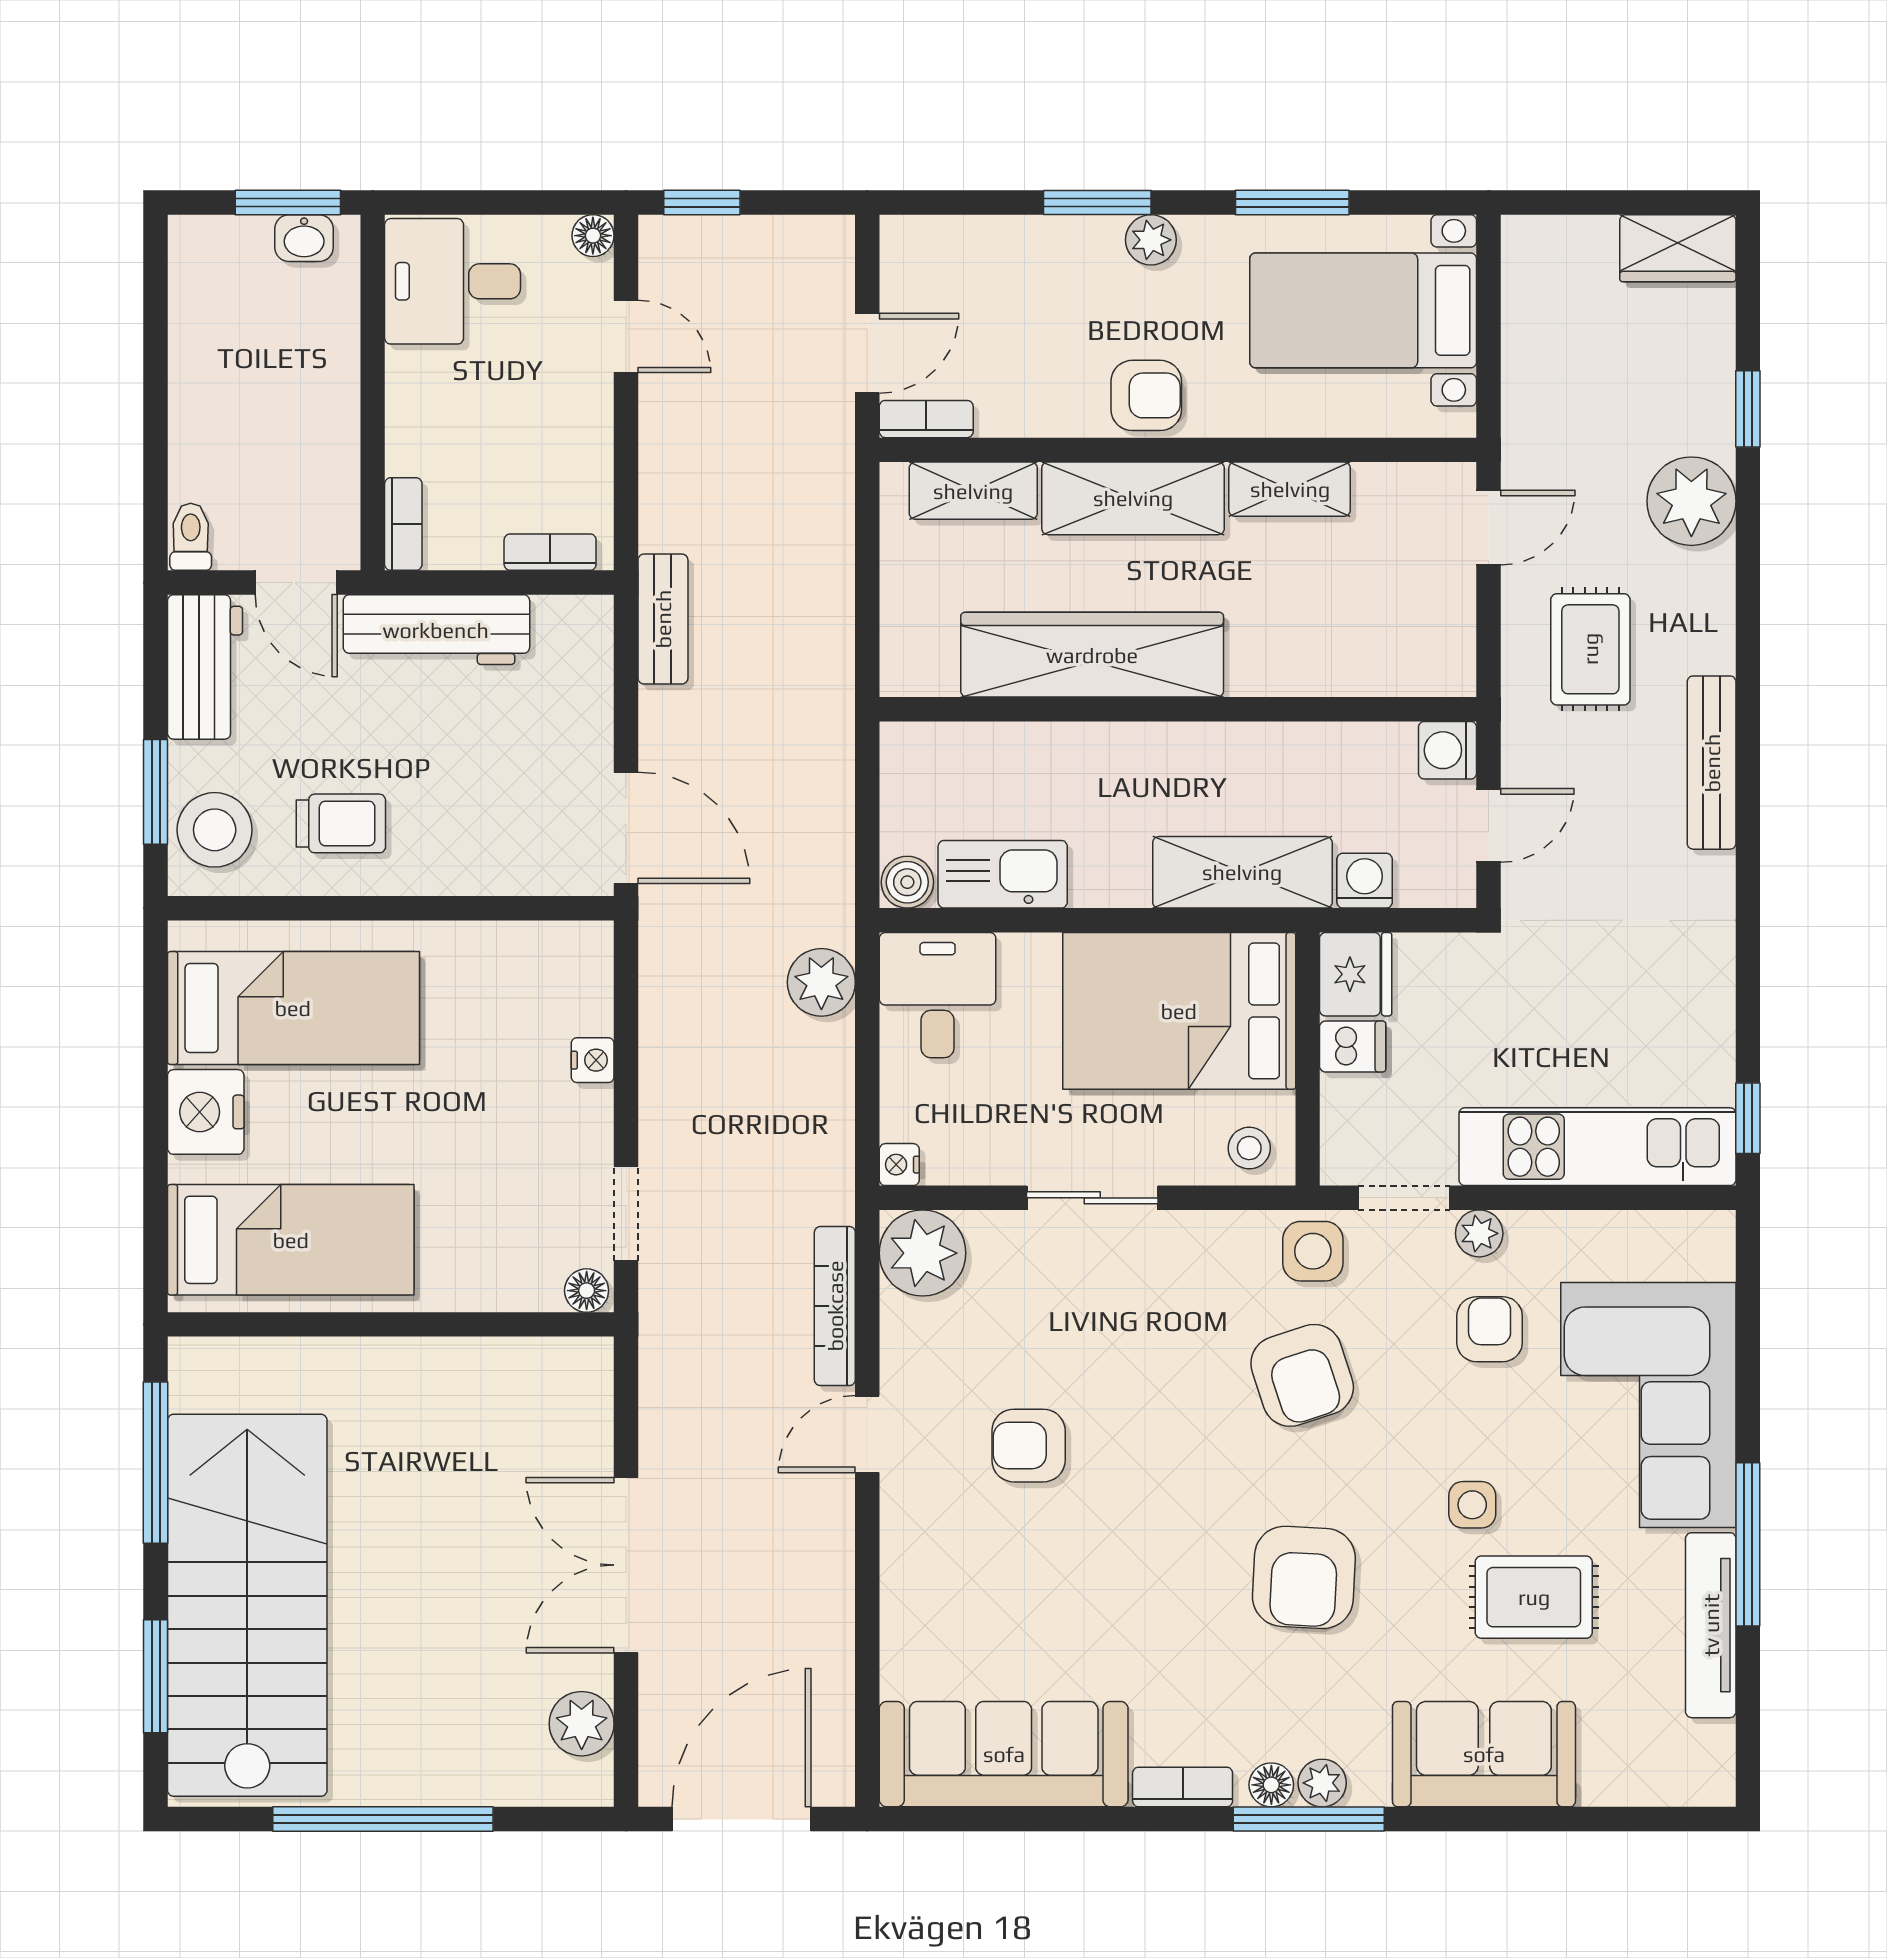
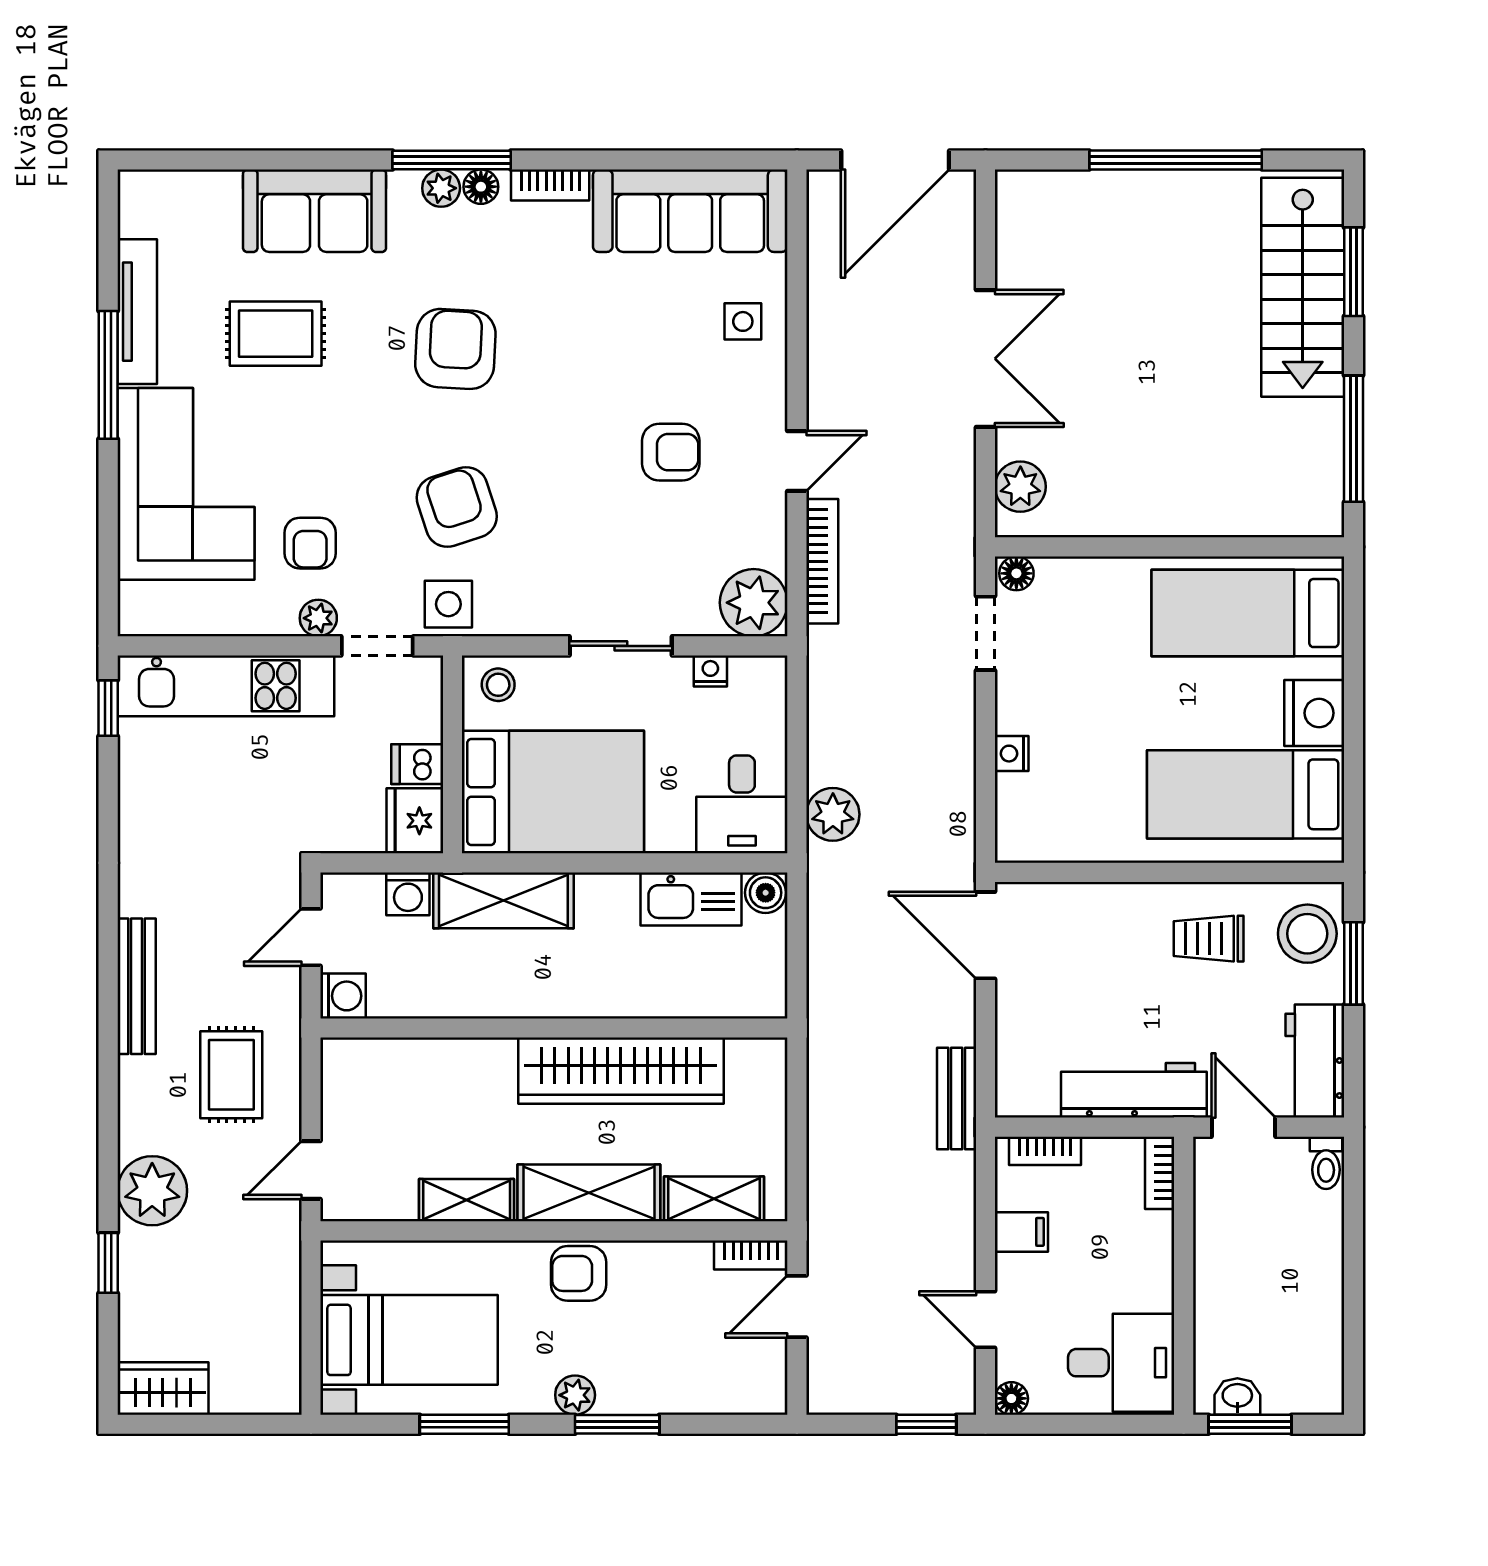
filing cabinet: (580, 448) -> (1021, 1232), added
nightstand: (899, 1165) -> (710, 671), moved, turned -90
side table: (1472, 1505) -> (743, 321), moved
stairs: (247, 1605) -> (1303, 287), width x0.73, depth x0.66
plant: (582, 1724) -> (1020, 487), moved

